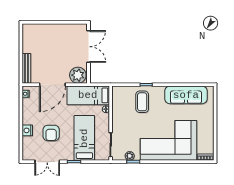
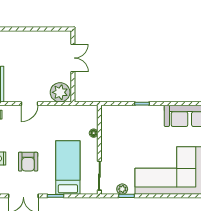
double door: (88, 47) -> (73, 58), width x0.73
door: (52, 85) -> (30, 104), width x0.53
bed: (88, 95) -> (73, 116), removed
coffee table: (142, 102) -> (137, 124), removed

